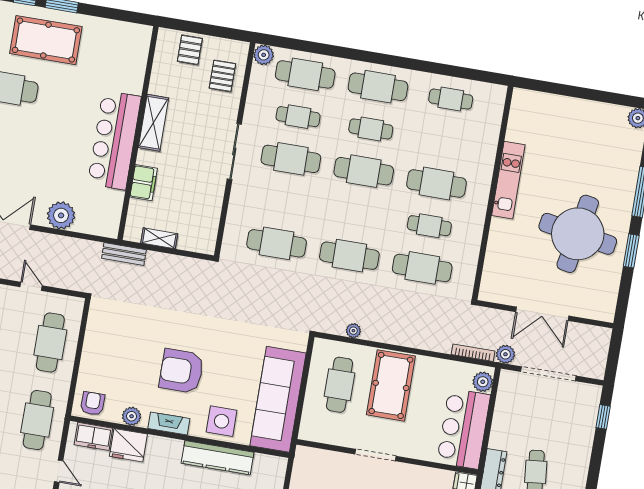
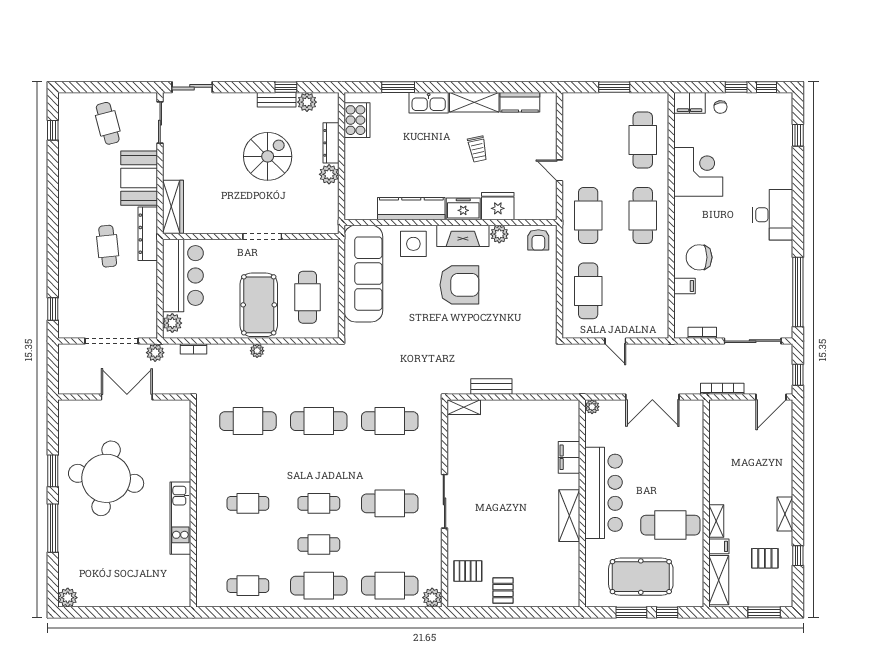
pallet: (222, 76) -> (468, 571), turned 90
cafe table: (298, 117) -> (390, 544), removed
shelving: (153, 123) -> (569, 516), moved
wall: (138, 133) -> (582, 503), moved
bar counter: (114, 140) -> (604, 493), moved
cafe table: (364, 171) -> (319, 503), width x0.73, depth x0.74
filing cabinet: (144, 183) -> (569, 457), moved
cafe table: (436, 183) -> (248, 503), width x0.73, depth x0.74
plant: (61, 215) -> (592, 407), width x0.53, depth x0.53
cafe table: (429, 226) -> (248, 462), removed
shelving: (159, 238) -> (464, 407), moved
bench: (124, 254) -> (491, 386), moved
plant: (353, 331) -> (257, 351), moved
bookcase: (473, 353) -> (194, 349), width x0.64
fireplace: (169, 423) -> (463, 236), width x1.37, depth x1.32
freezer: (93, 436) -> (463, 209), moved

